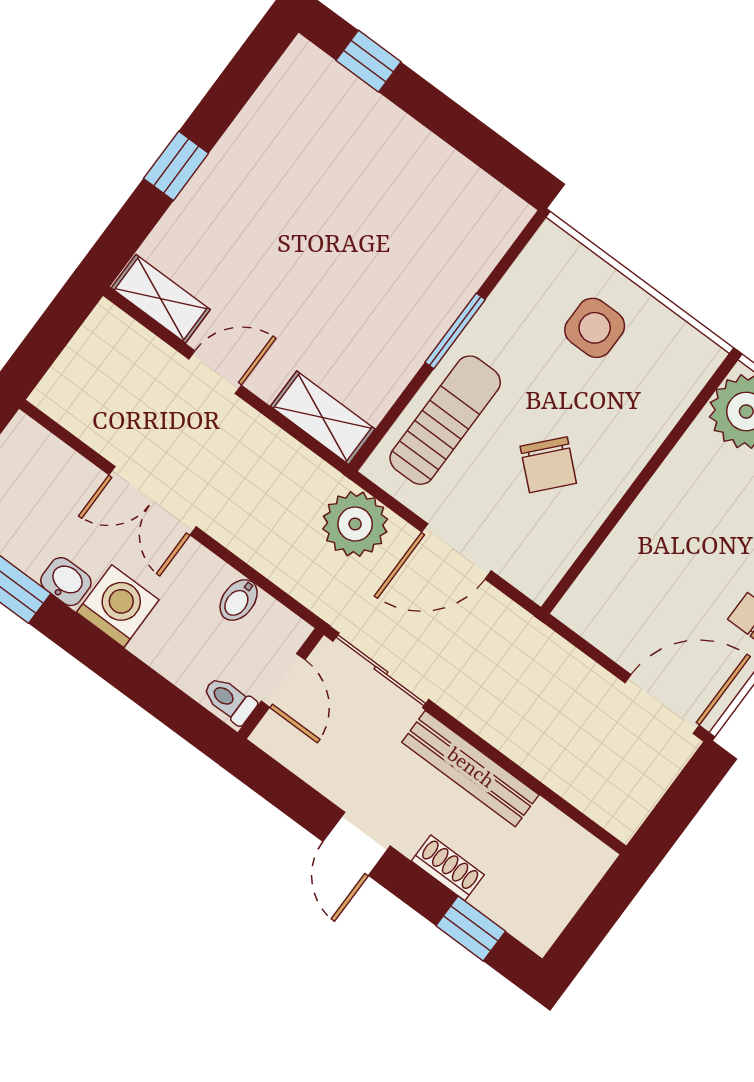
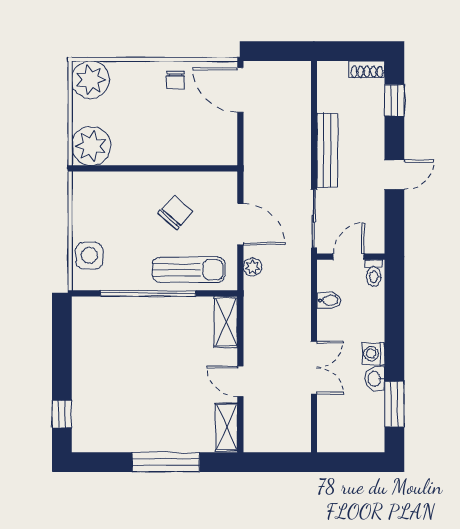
window: (176, 166) -> (166, 462), width x2.17
side table: (595, 328) -> (89, 255), moved
window: (455, 331) -> (148, 293), width x2.11
sun lounger: (445, 420) -> (189, 270), turned 180
plant: (355, 524) -> (252, 267), width x0.53, depth x0.53
washing machine: (118, 606) -> (373, 354), width x0.73, depth x0.73
shoe rack: (448, 868) -> (367, 69), moved, turned -90

